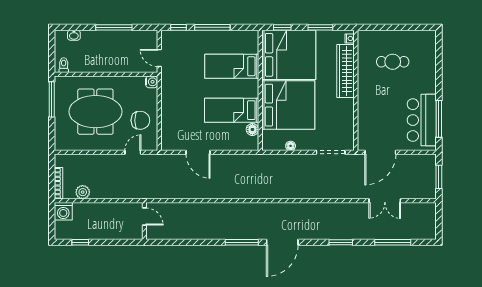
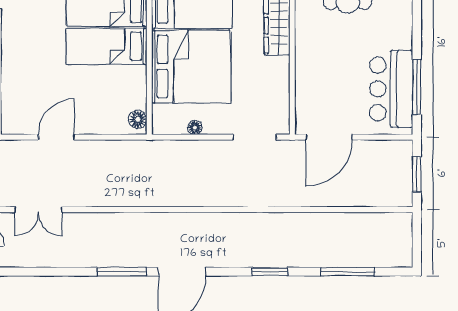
bed: (232, 110) -> (107, 46), moved
floor lamp: (252, 129) -> (138, 119), moved
door: (198, 152) -> (56, 137), swing flipped
double door: (385, 201) -> (38, 210), moved

